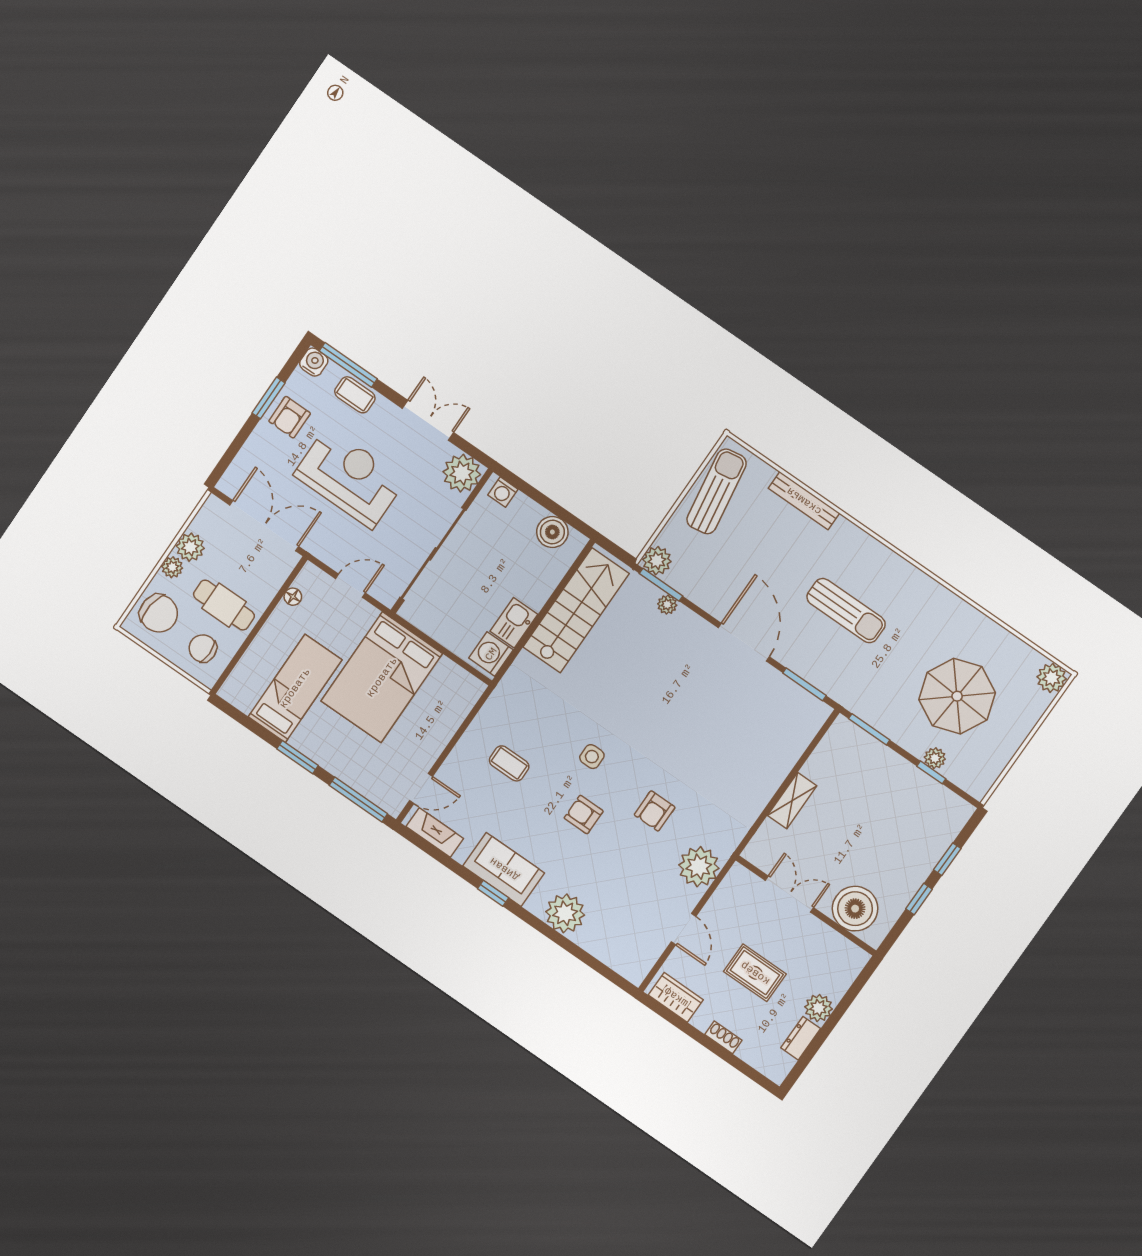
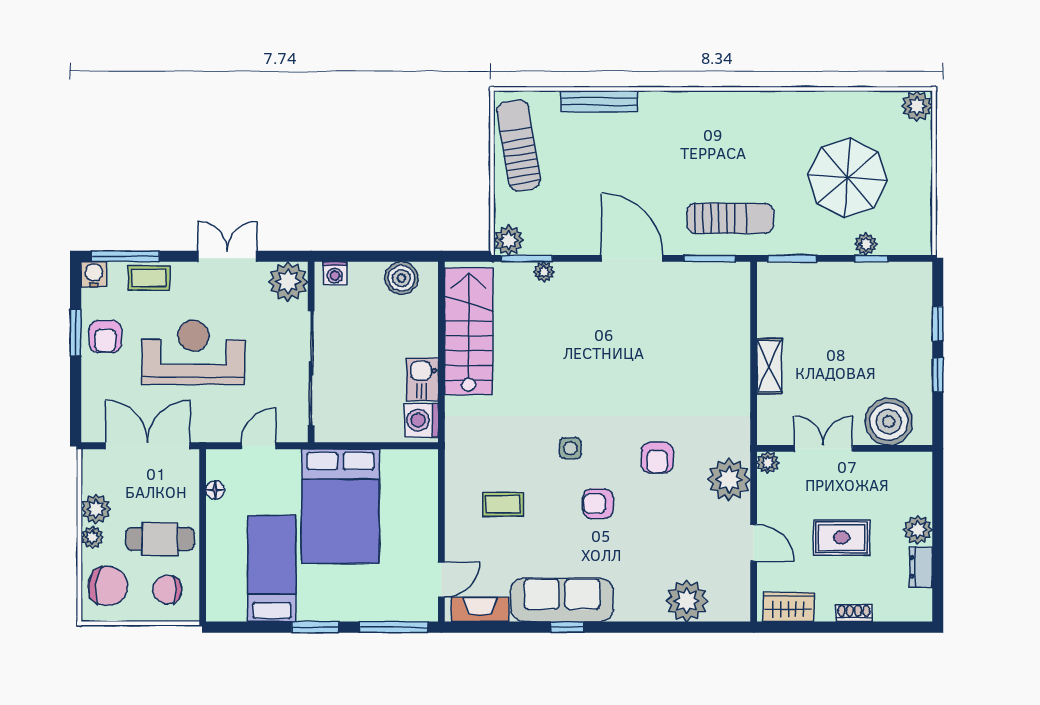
sun lounger: (846, 611) -> (730, 218), moved
sofa: (504, 869) -> (562, 600), width x1.36
plant: (738, 875) -> (768, 463), added
plant: (565, 913) -> (687, 601), moved

